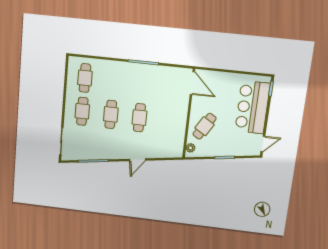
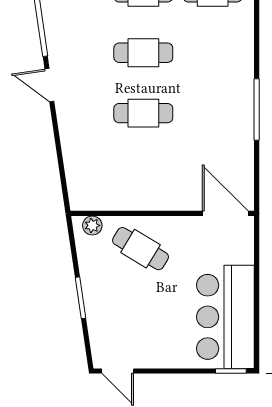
door: (192, 83) -> (225, 213), swing flipped
bar counter: (253, 107) -> (225, 317), moved, turned -90
door: (137, 160) -> (49, 85), moved

